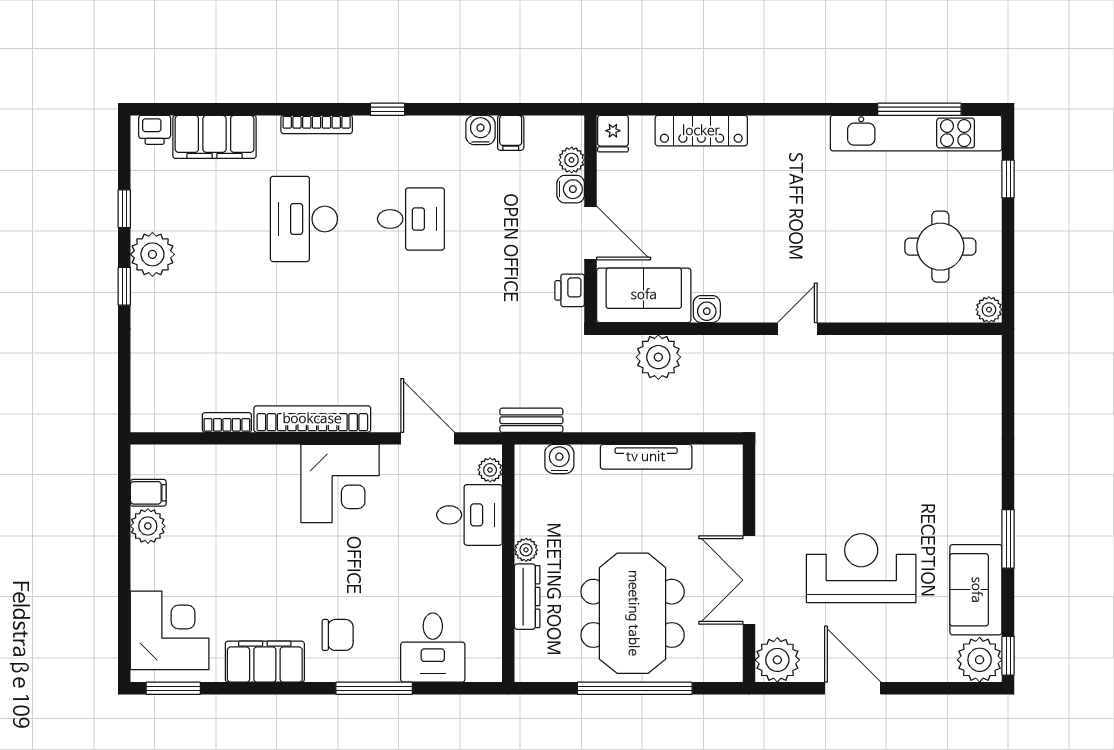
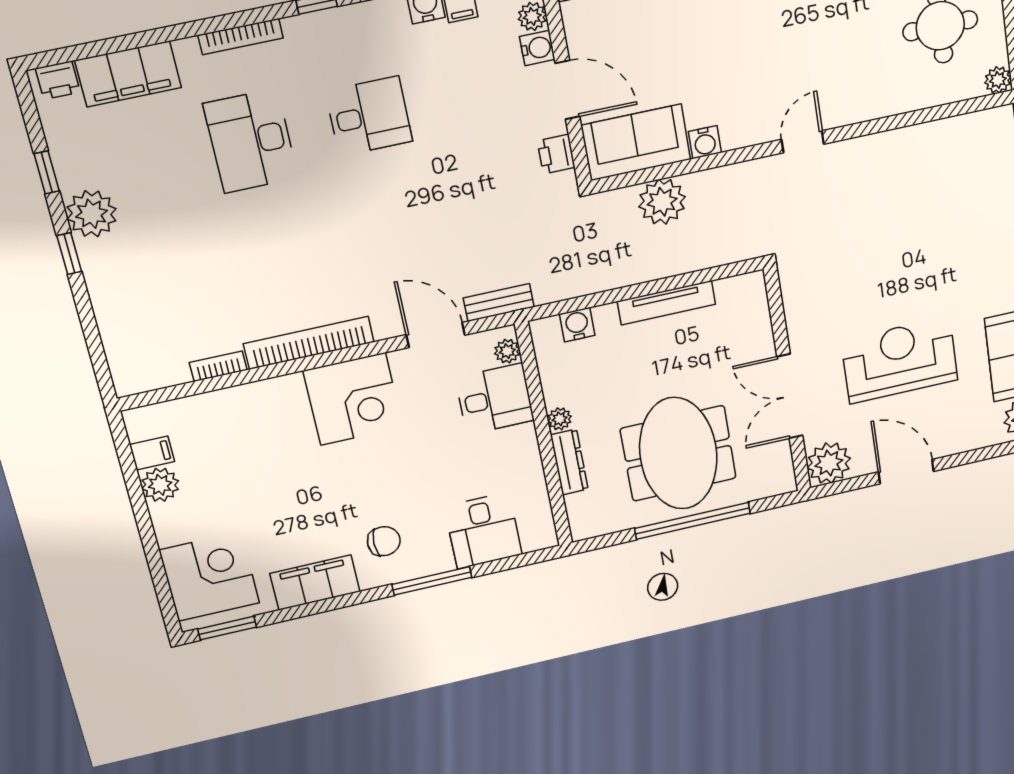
bench: (531, 420) -> (499, 303), moved

